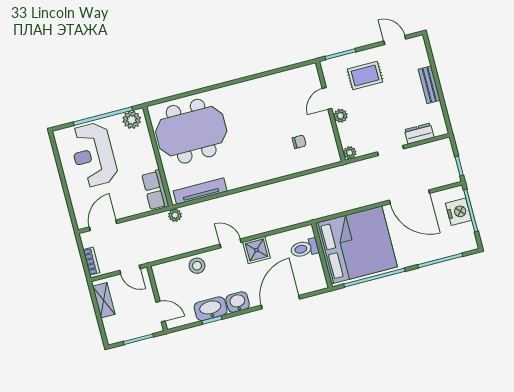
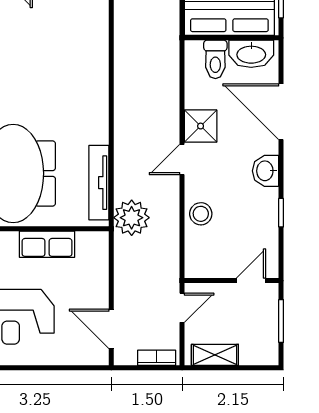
chair: (299, 142) -> (67, 28), removed
row of seats: (155, 190) -> (47, 244), moved
plant: (175, 215) -> (132, 218), width x1.88, depth x1.88
washbasin: (211, 309) -> (251, 54), moved, turned -90

